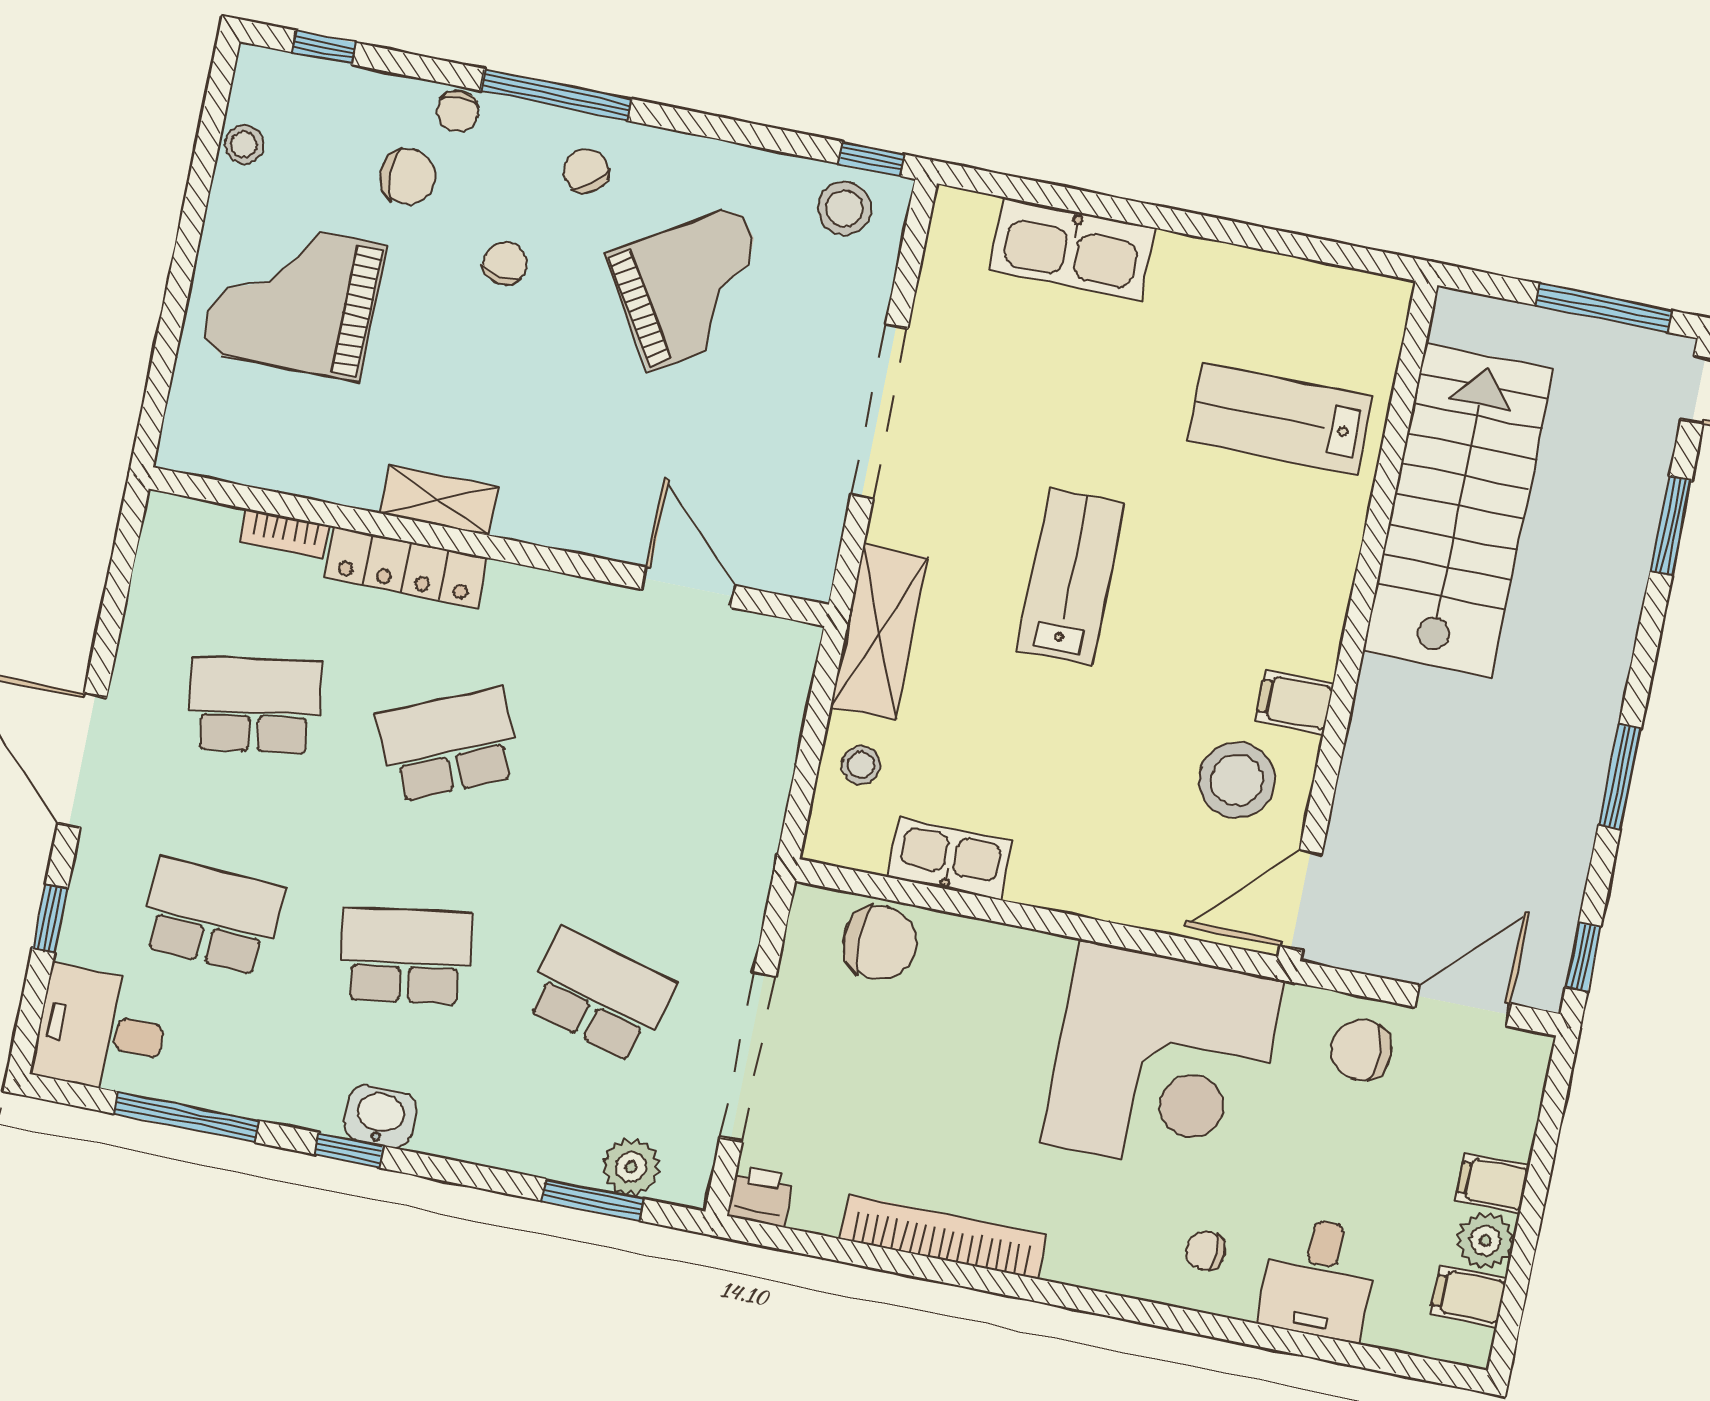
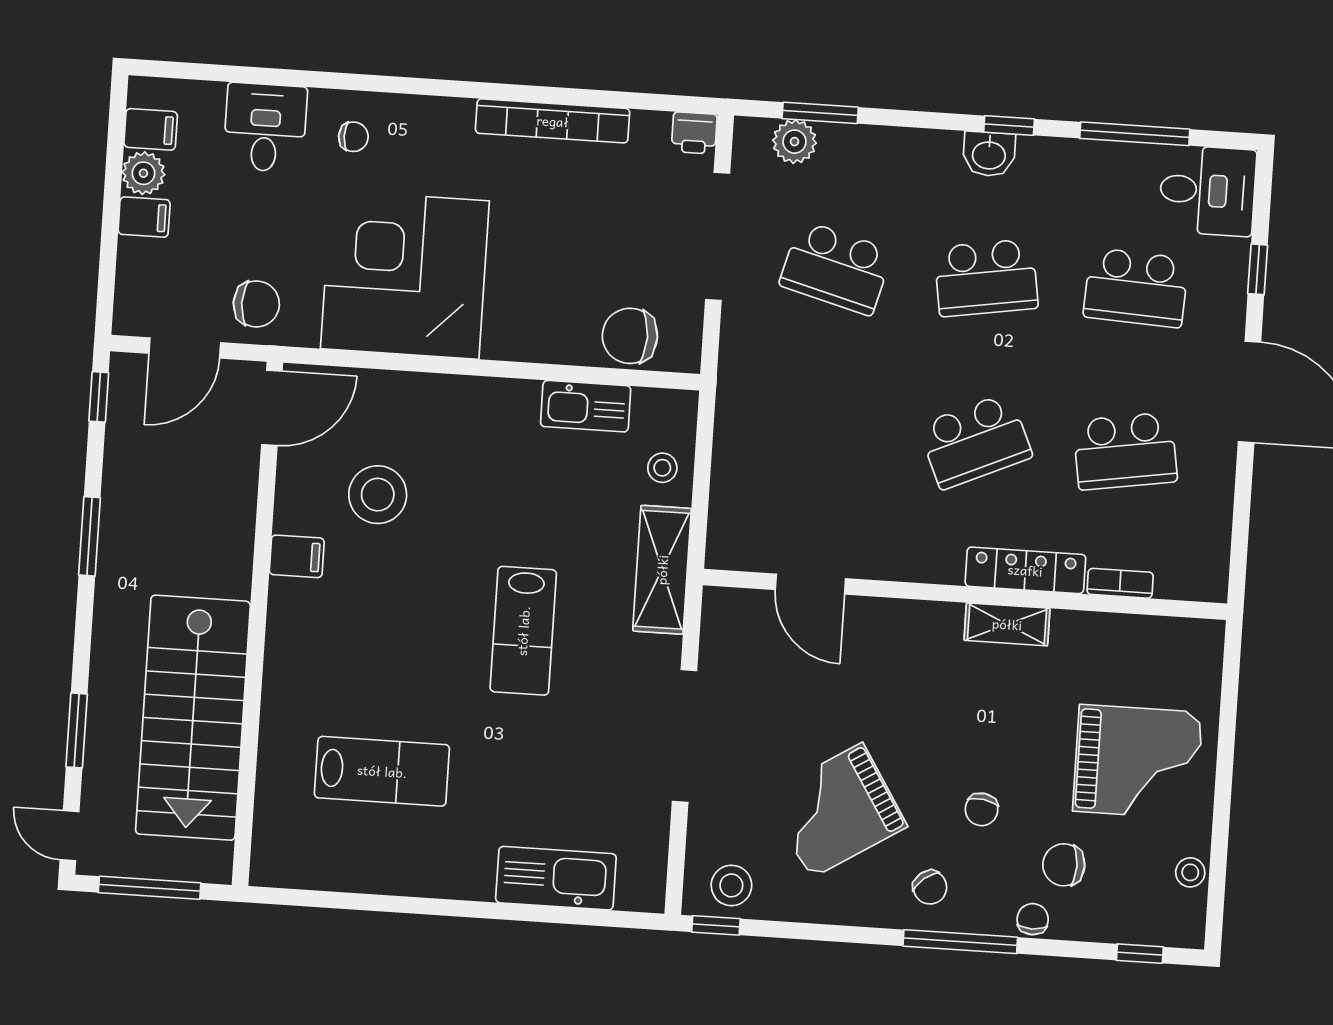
stairs: (1458, 510) -> (193, 718), moved
wall: (1358, 621) -> (257, 624), moved
filing cabinet: (1295, 702) -> (297, 556), moved
door: (1301, 900) -> (272, 408), moved

